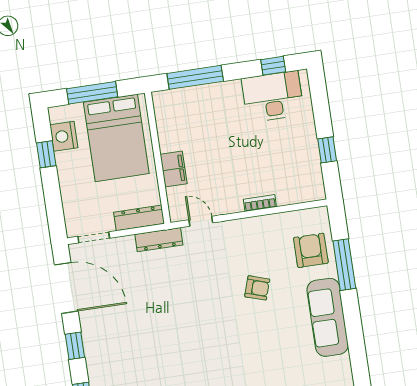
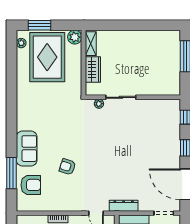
armchair: (311, 250) -> (31, 185), turned -90
sofa: (328, 317) -> (27, 149), width x0.73

